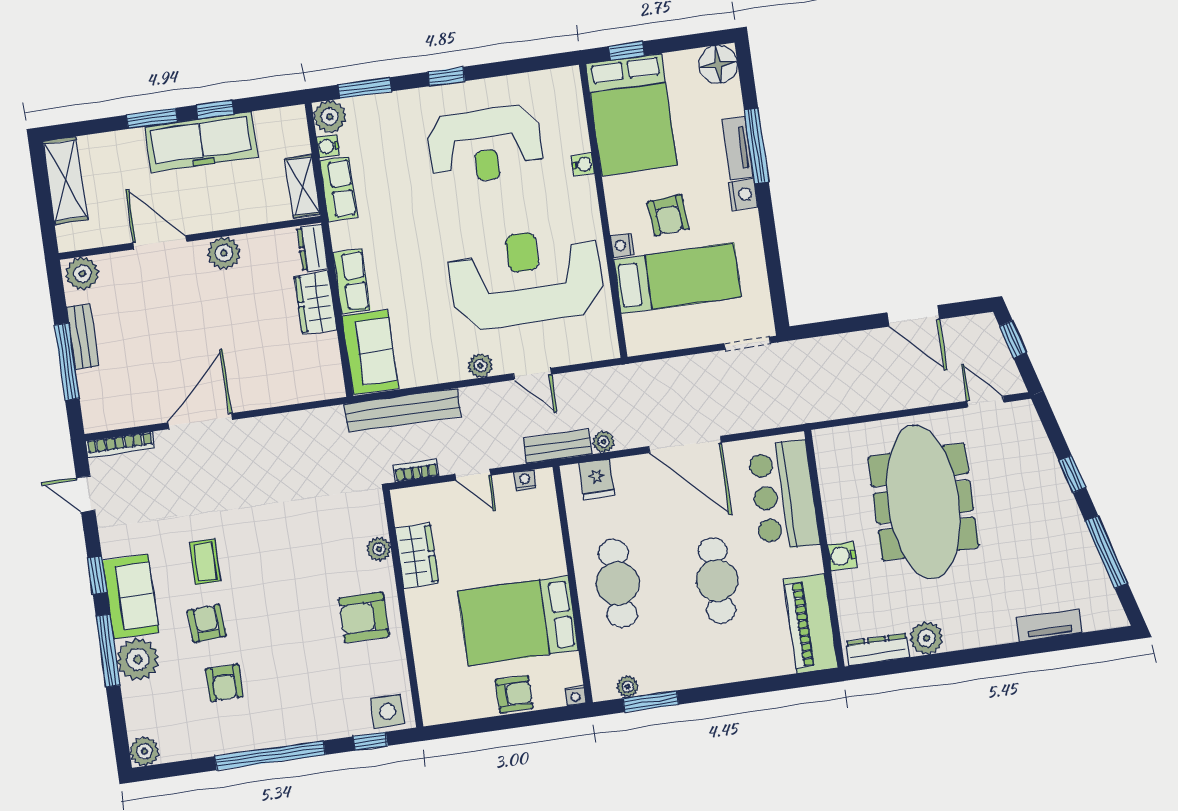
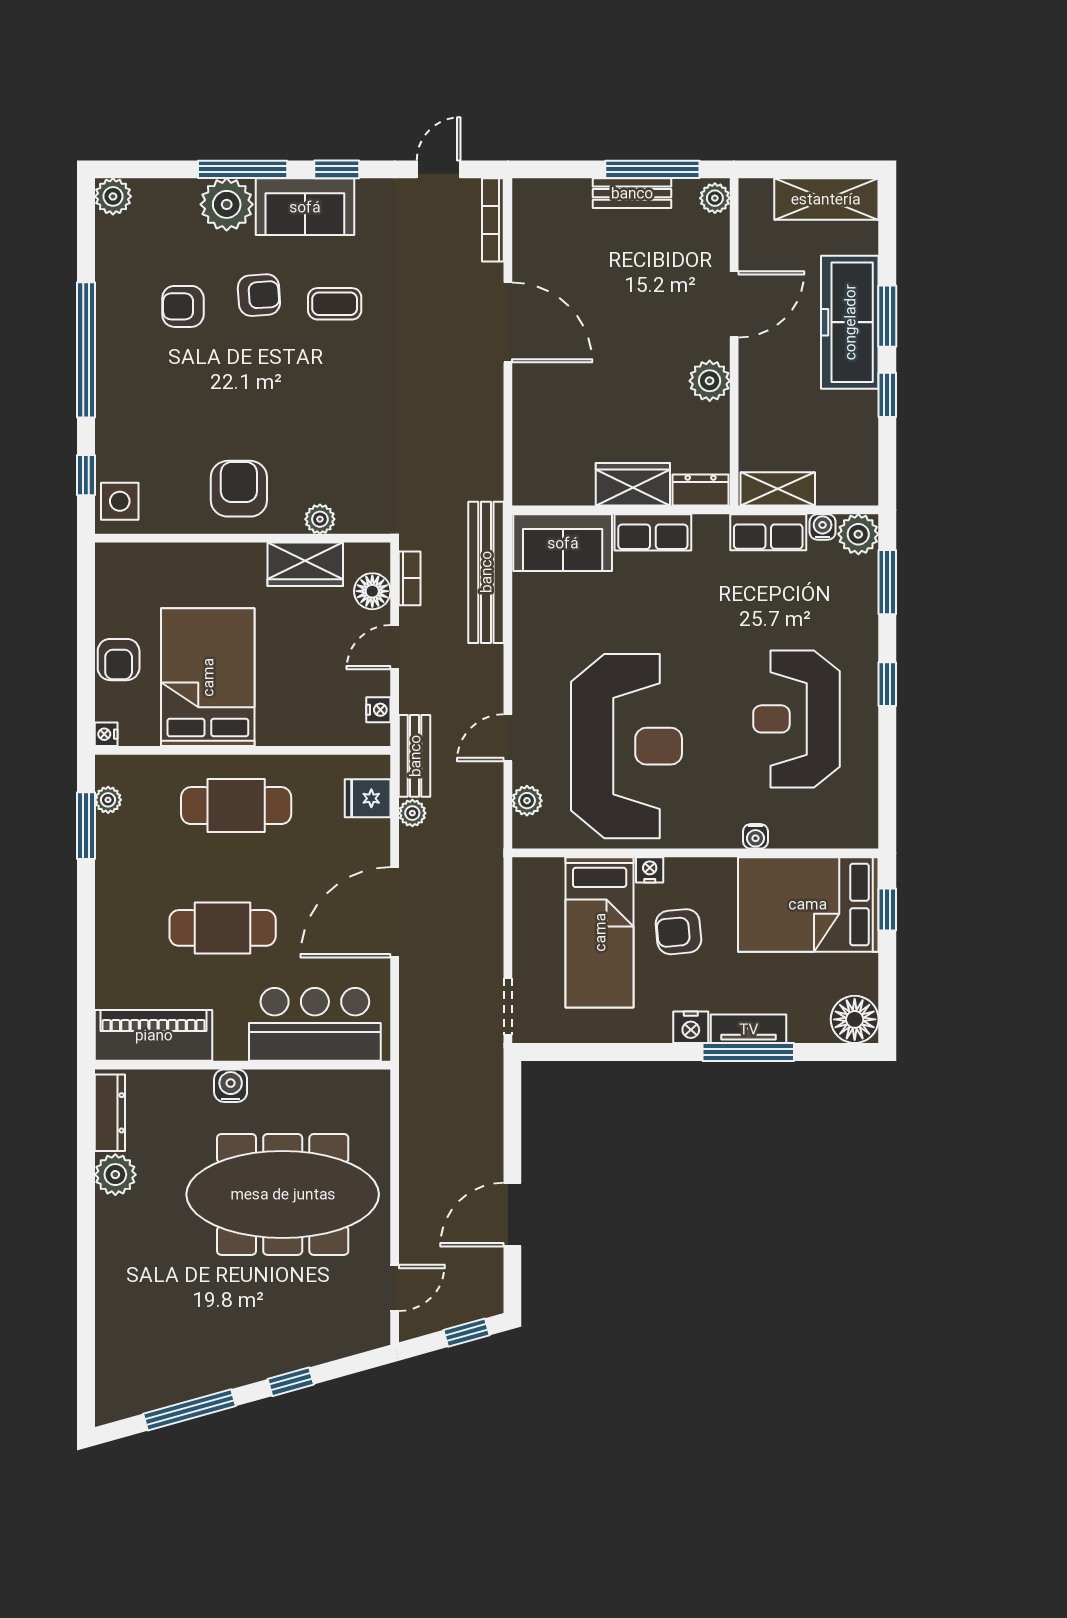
freezer: (201, 142) -> (850, 322), moved
plant: (82, 274) -> (715, 198), width x0.73, depth x0.73
window: (67, 362) -> (652, 169), moved
plant: (480, 366) -> (527, 801), moved
floor lamp: (431, 499) -> (372, 591), added
tv unit: (1049, 625) -> (110, 1327), removed

